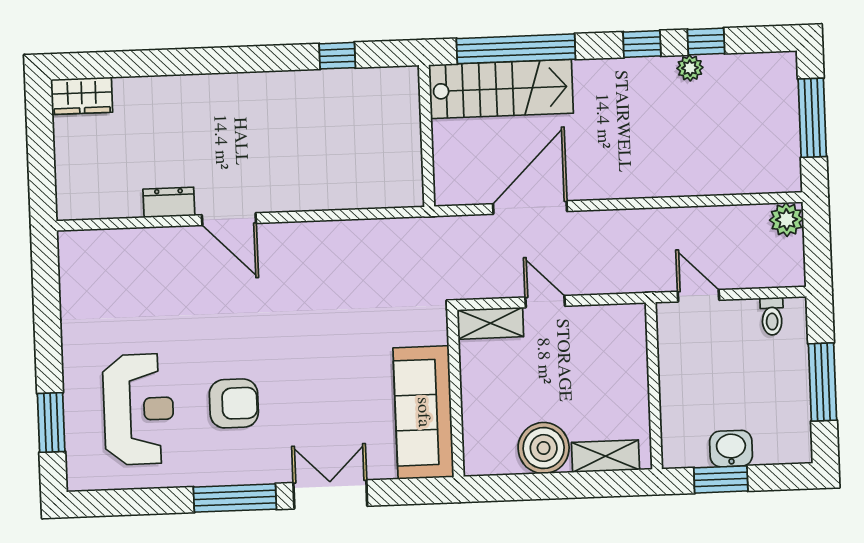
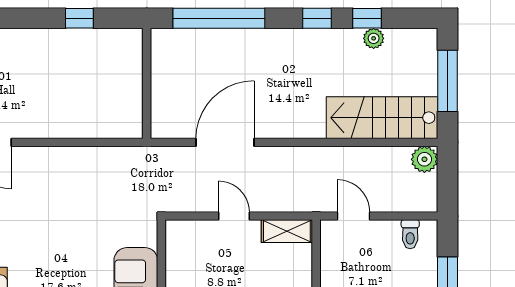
plant: (690, 68) -> (374, 38), moved
stairs: (501, 89) -> (382, 118), moved, turned 180
shelving: (490, 323) -> (287, 231), moved

